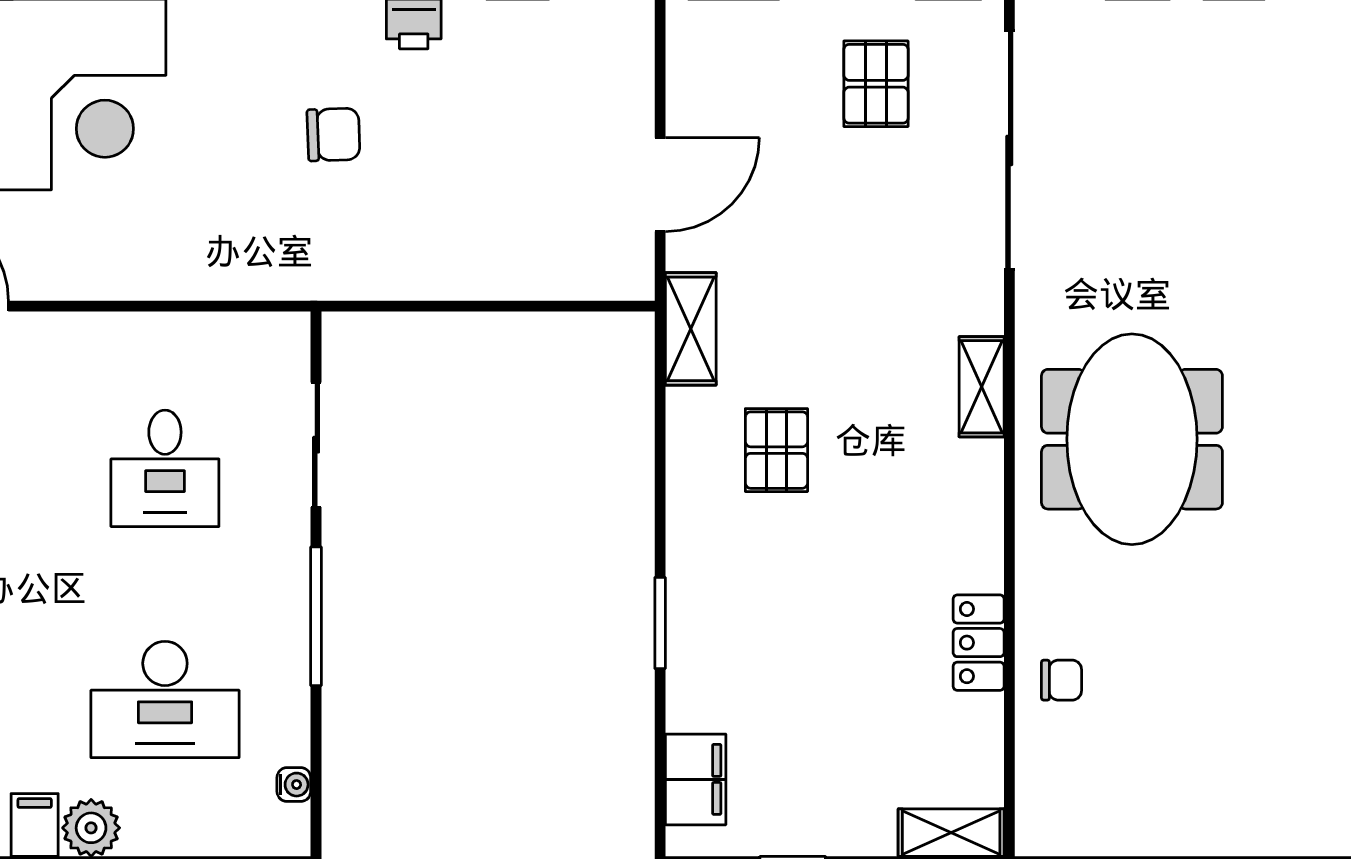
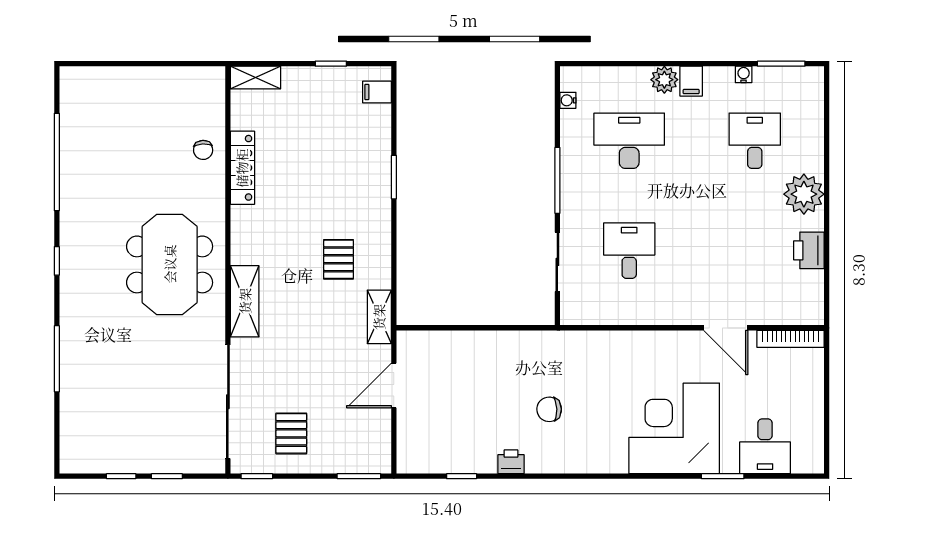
shelving: (982, 387) -> (245, 301), width x1.50, depth x1.33
locker: (979, 643) -> (242, 168), width x1.53
chair: (1062, 680) -> (203, 150), turned -93
filing cabinet: (696, 779) -> (377, 92), width x0.50

